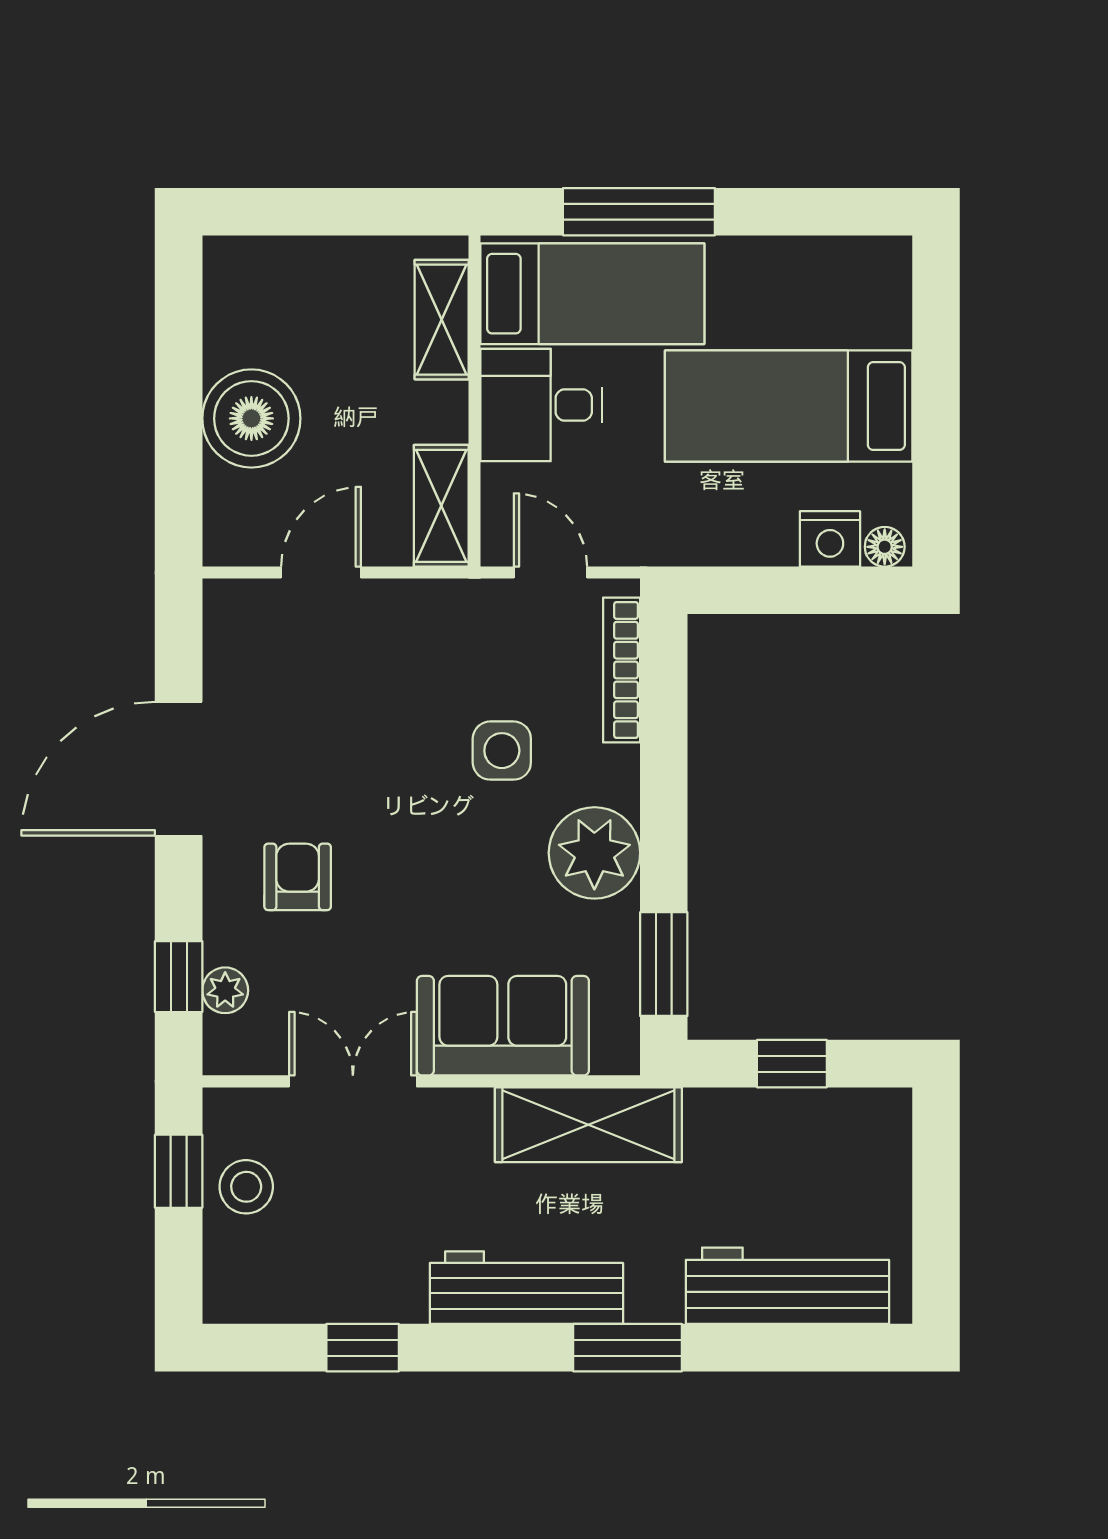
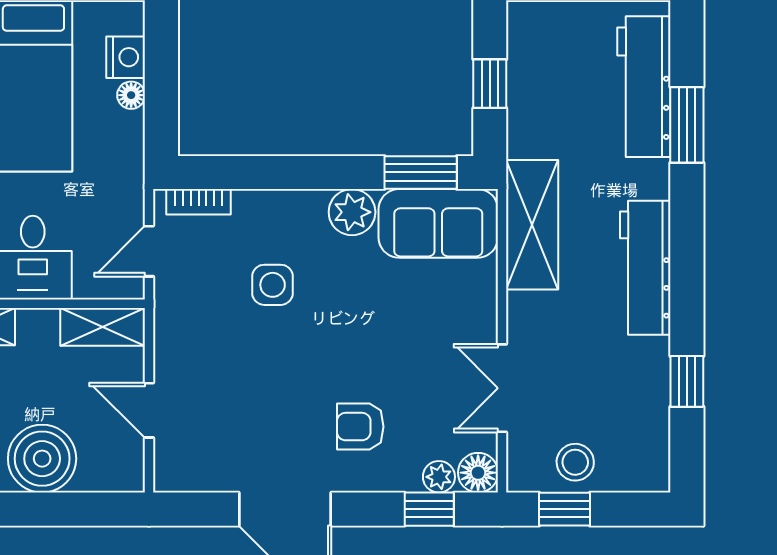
floor lamp: (885, 547) -> (131, 95), moved
bookcase: (622, 670) -> (199, 202), width x0.64
plant: (594, 853) -> (352, 212), width x0.73, depth x0.73
sofa: (503, 1026) -> (438, 223), moved, turned -90
floor lamp: (231, 1047) -> (478, 473), added
window: (628, 1348) -> (687, 125), moved

